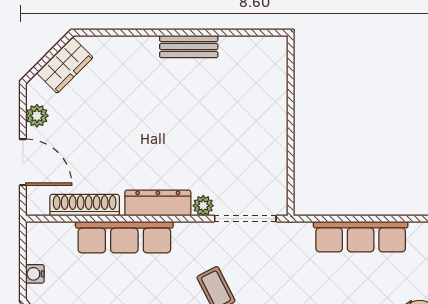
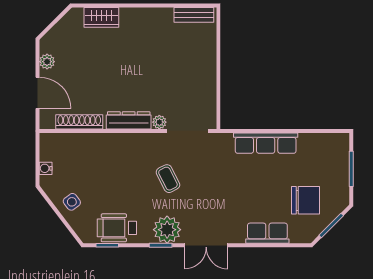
bench: (189, 47) -> (194, 15), moved
wardrobe: (65, 65) -> (101, 17), moved, turned 45
row of seats: (124, 237) -> (106, 143), removed

